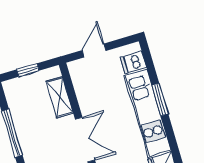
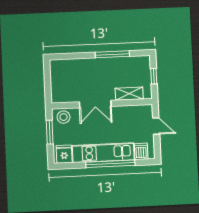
window: (160, 99) -> (110, 164), width x2.11

